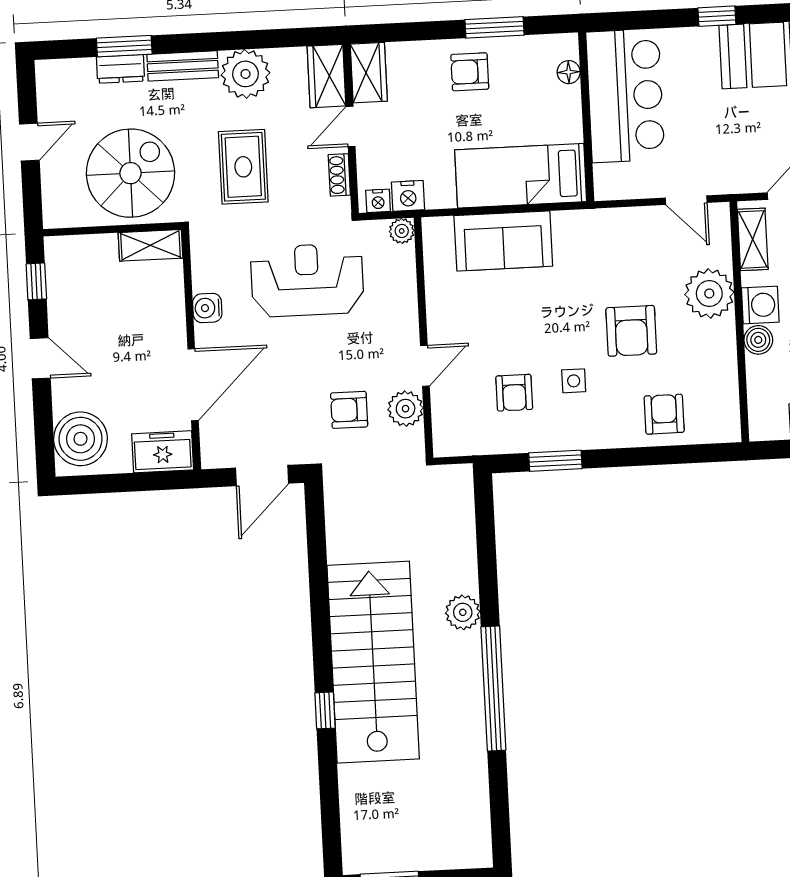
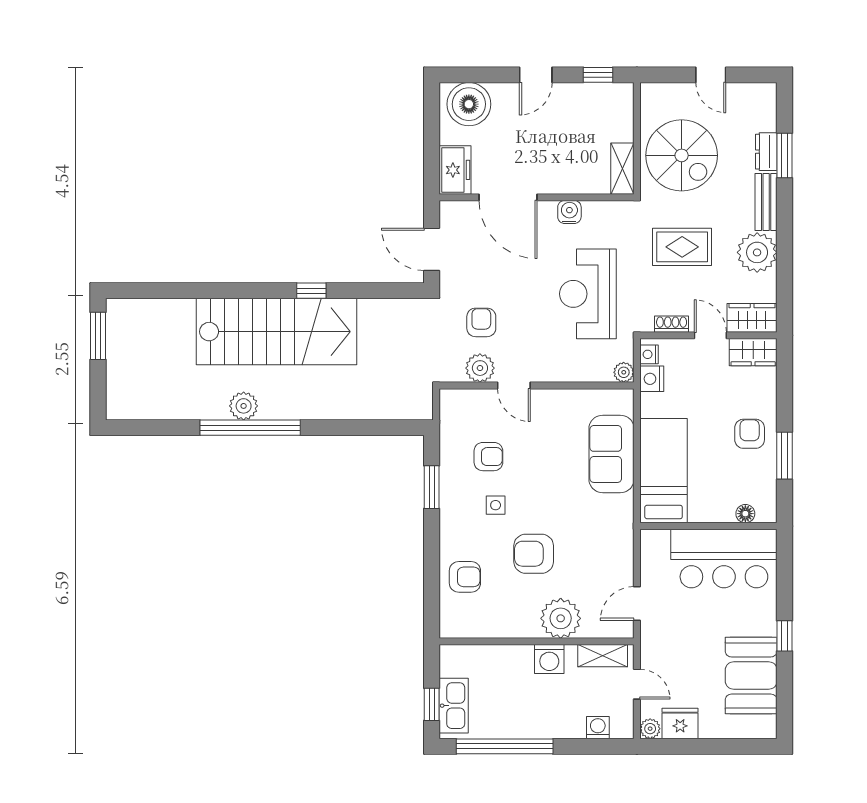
reception desk: (307, 280) -> (588, 294), turned 180
boiler: (758, 340) -> (521, 656), removed
armchair: (514, 393) -> (488, 457), turned 180
plant: (463, 612) -> (244, 406), moved
window: (325, 710) -> (311, 291), moved

